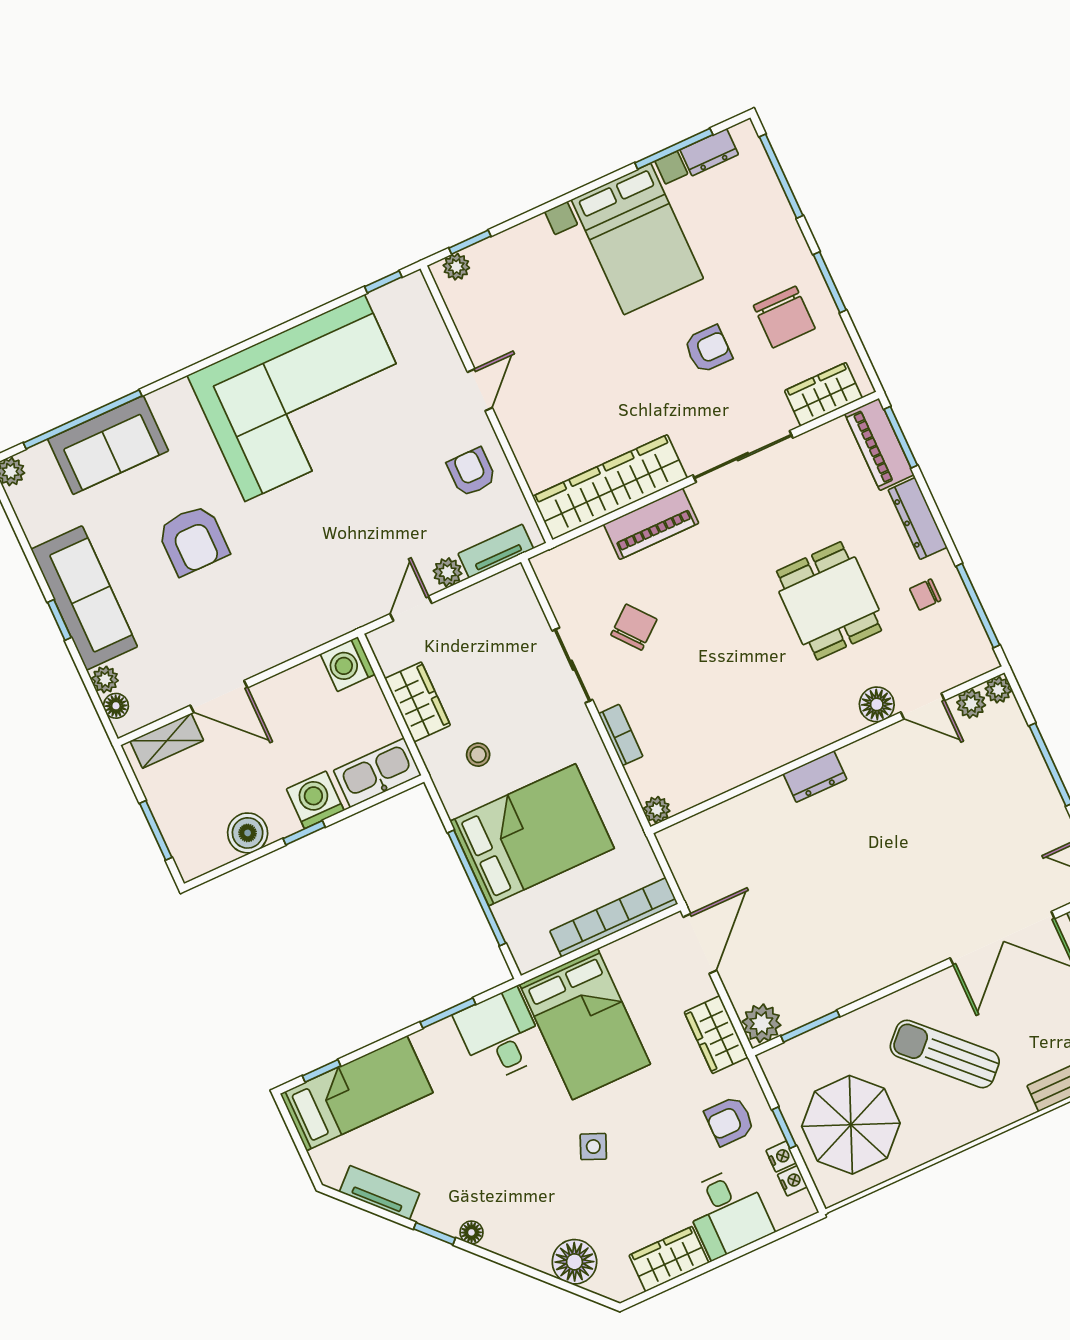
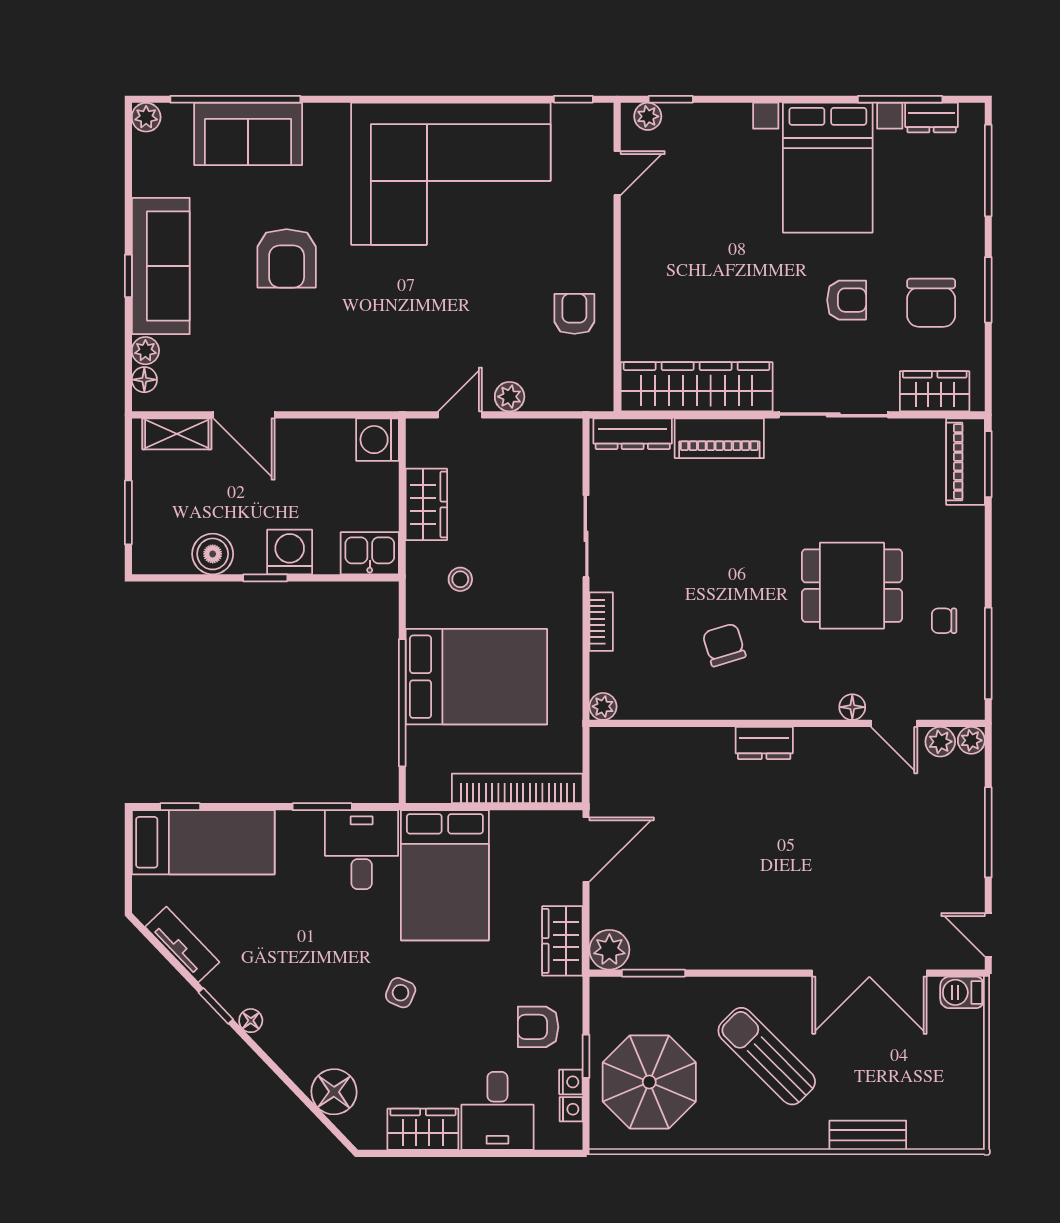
door: (480, 390) -> (617, 173), moved
dresser: (918, 519) -> (633, 434), moved, turned -90
tv unit: (496, 551) -> (563, 398), removed
dining table: (829, 601) -> (852, 586), turned 90
chair: (634, 627) -> (724, 645), moved, turned -68
floor lamp: (877, 704) -> (852, 707), width x0.73, depth x0.73
kitchen sink: (377, 773) -> (370, 553), width x0.73

